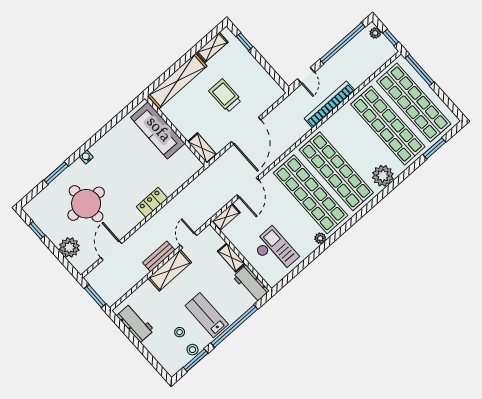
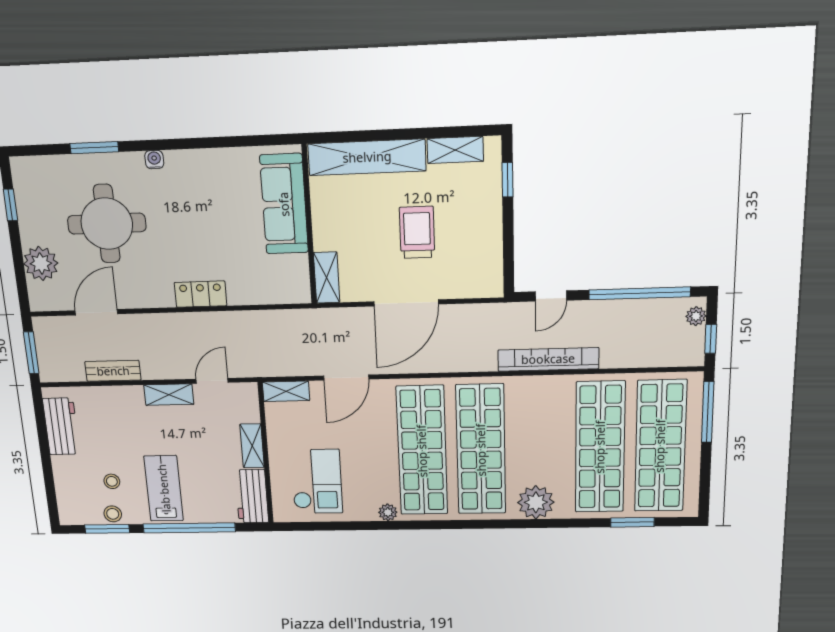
bench: (159, 256) -> (113, 371), moved
shelving: (170, 270) -> (169, 395), width x0.67, depth x0.75

